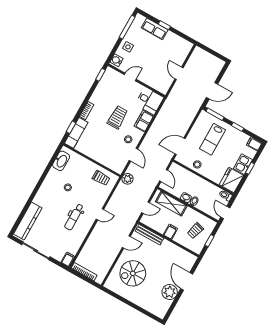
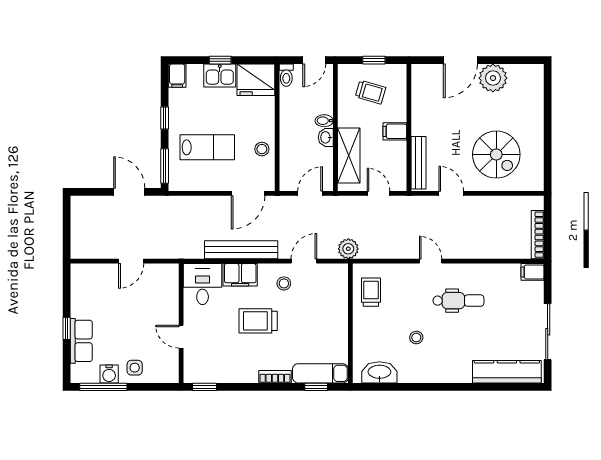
water cooler: (117, 60) -> (109, 374), moved
bench: (155, 128) -> (241, 250), added
door: (180, 146) -> (248, 193), hinge flipped

